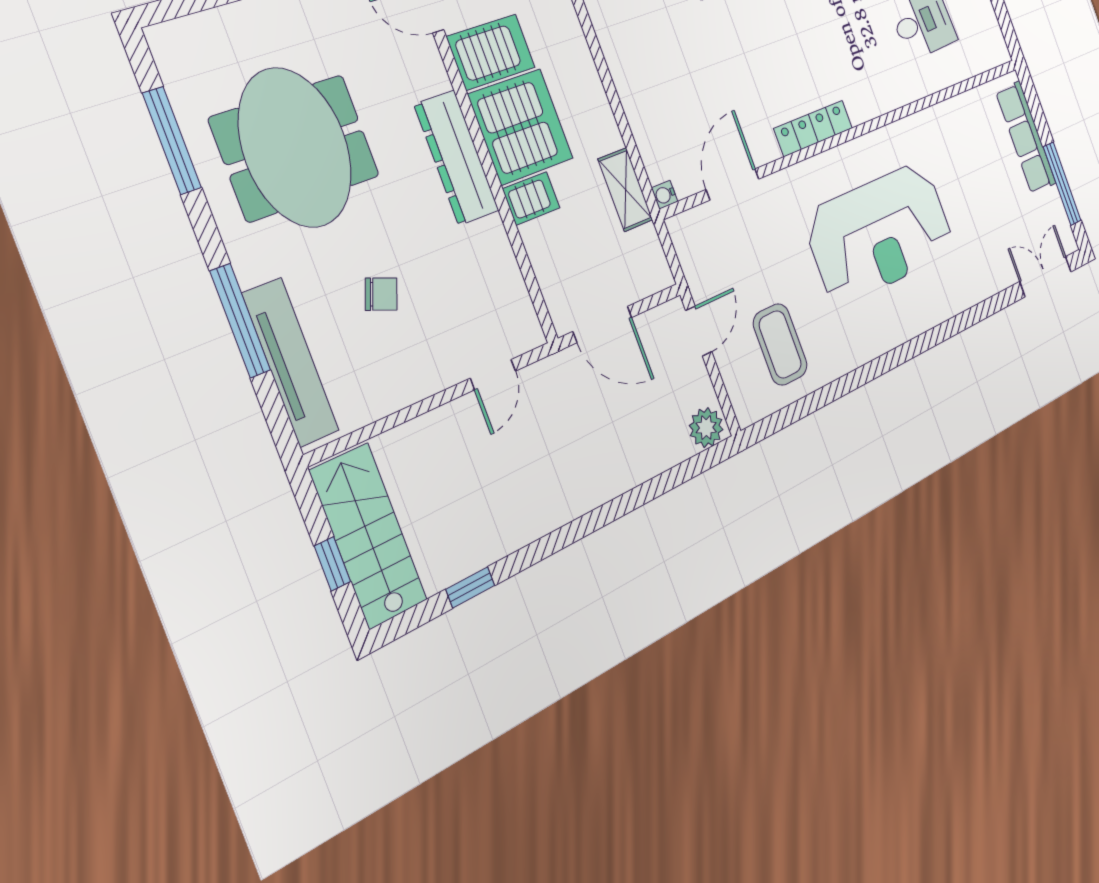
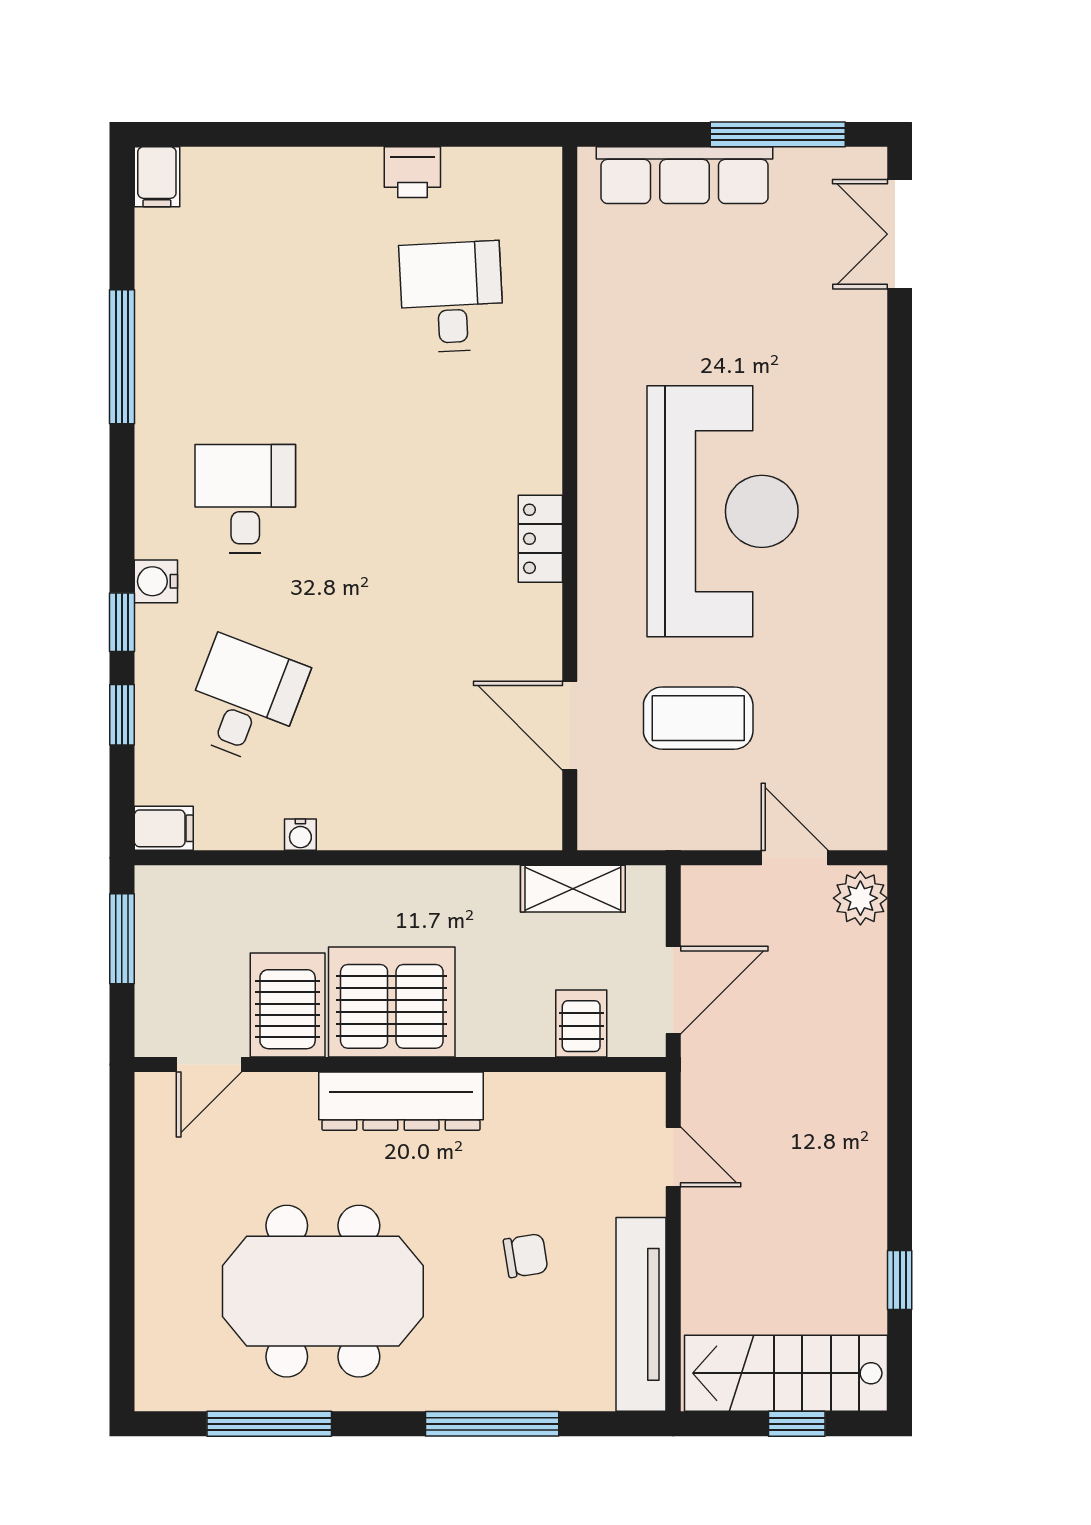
locker: (813, 128) -> (540, 539), width x0.66
shelving: (626, 189) -> (573, 889), moved
water cooler: (665, 195) -> (300, 835), moved
server rack: (531, 198) -> (581, 1023), moved
chair: (381, 294) -> (526, 1256), turned 60
door: (699, 331) -> (795, 858), moved
coffee table: (780, 344) -> (698, 718), moved
tv unit: (291, 362) -> (641, 1314), moved, turned -90

